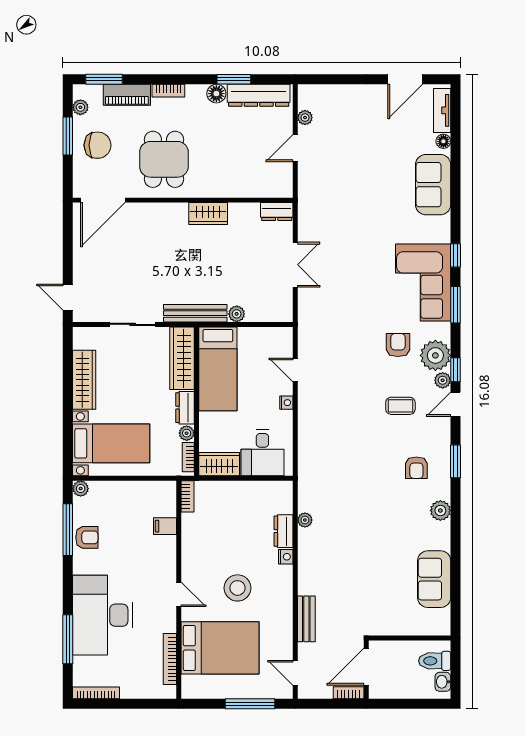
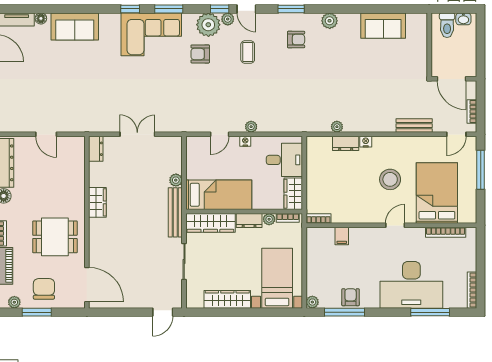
plant: (305, 118) -> (251, 127), moved
bookcase: (349, 693) -> (472, 112), moved

